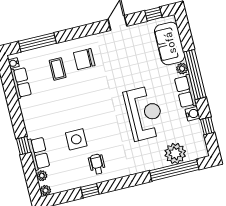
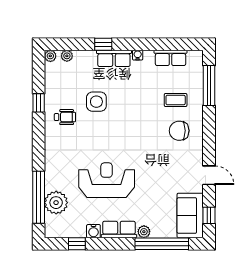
sofa: (170, 43) -> (190, 215), moved, turned -90
chair: (84, 59) -> (179, 131), turned -90
water cooler: (14, 63) -> (138, 55), moved
window: (195, 74) -> (162, 244), moved
reception desk: (144, 113) -> (107, 180), turned 180
row of seats: (39, 153) -> (114, 58), moved

